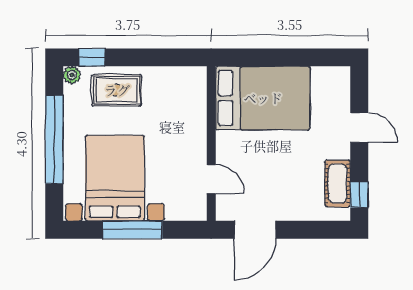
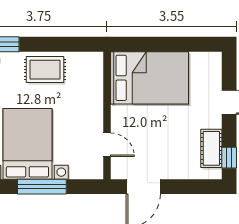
rug: (117, 90) -> (45, 70), moved

